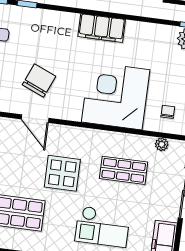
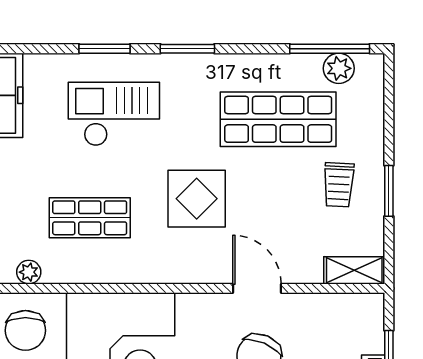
chair: (168, 112) -> (25, 330), width x1.87, depth x1.87

